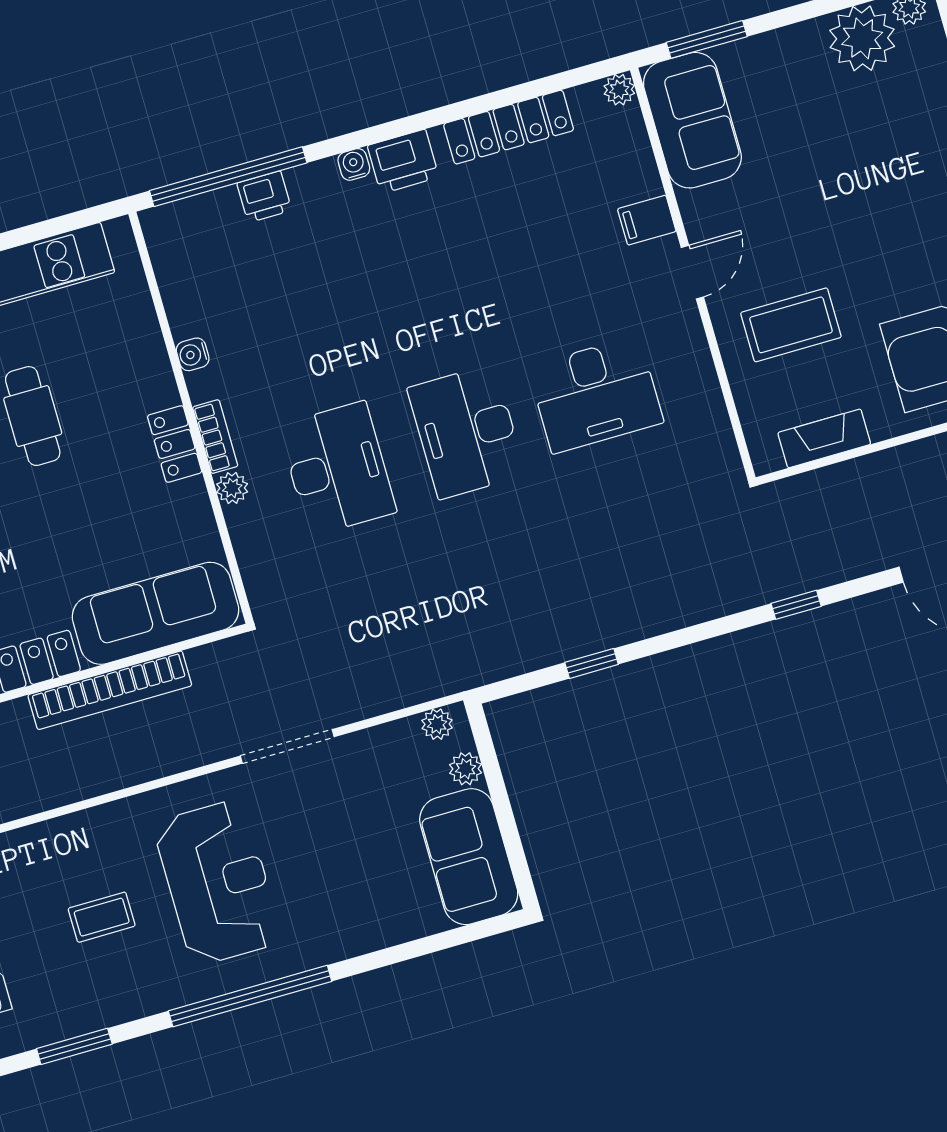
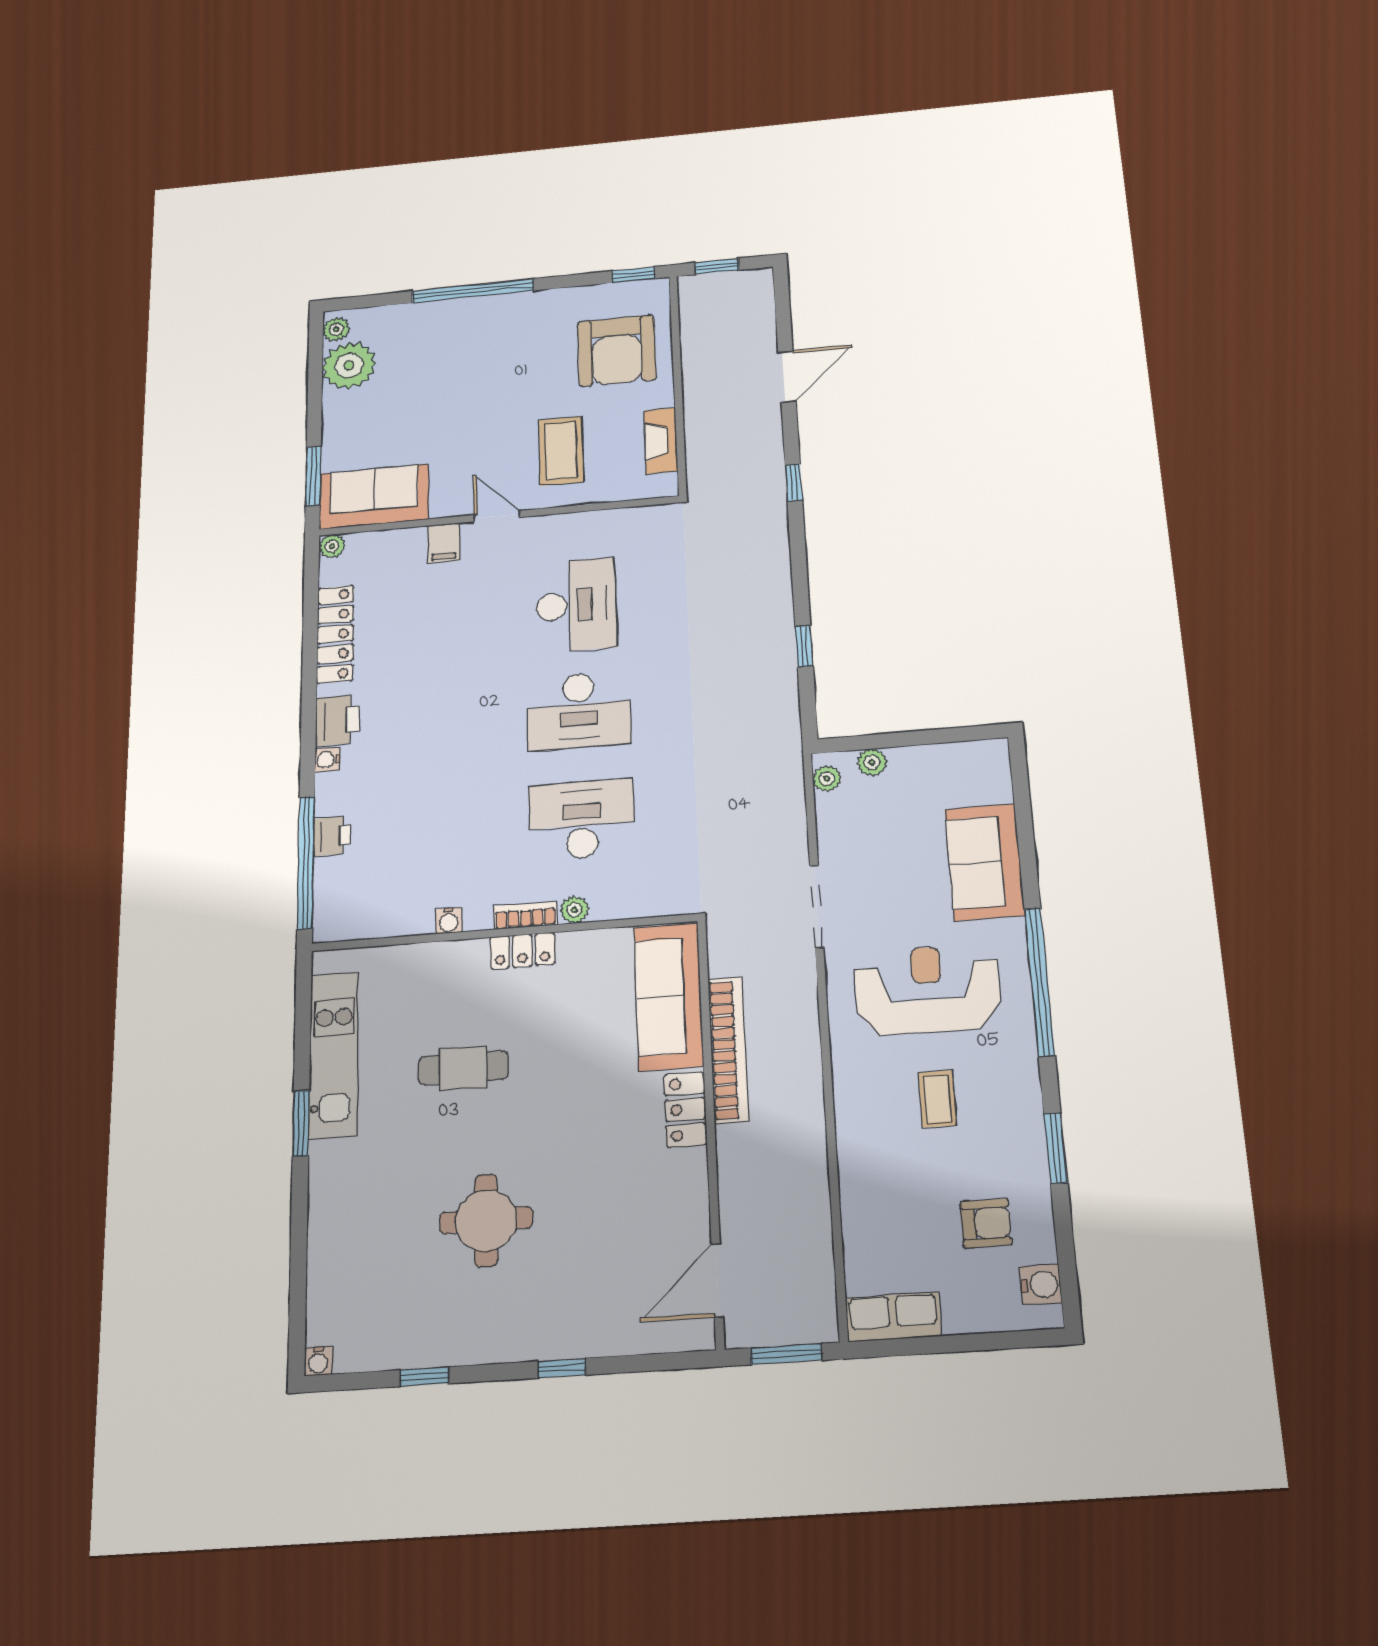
sofa: (469, 857) -> (985, 862), moved, turned 90

